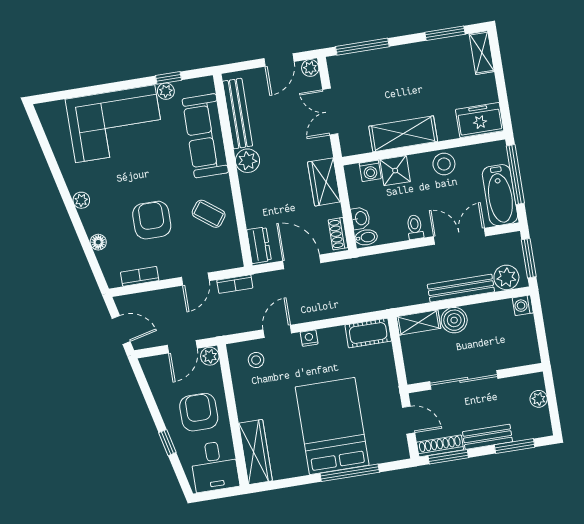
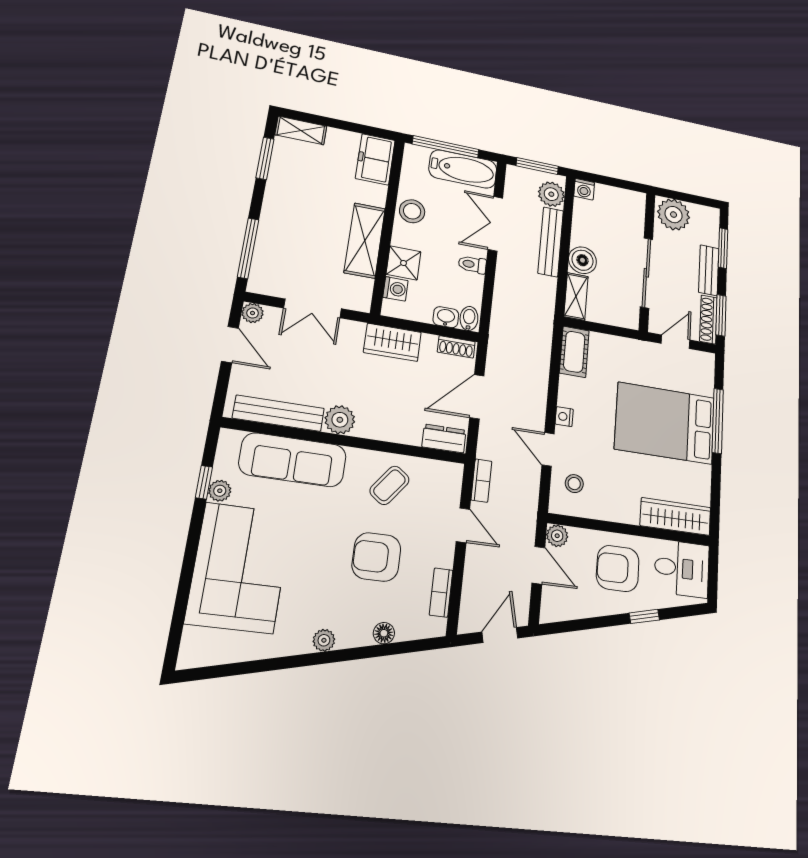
plant: (539, 399) -> (674, 215), width x1.87, depth x1.87

